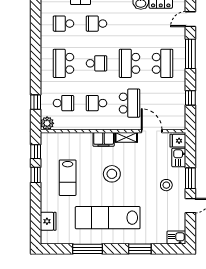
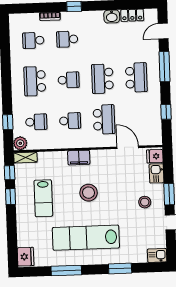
school desk: (96, 103) -> (70, 121), turned 180
shelving: (126, 137) -> (25, 157), moved
fridge: (48, 221) -> (26, 257), moved

